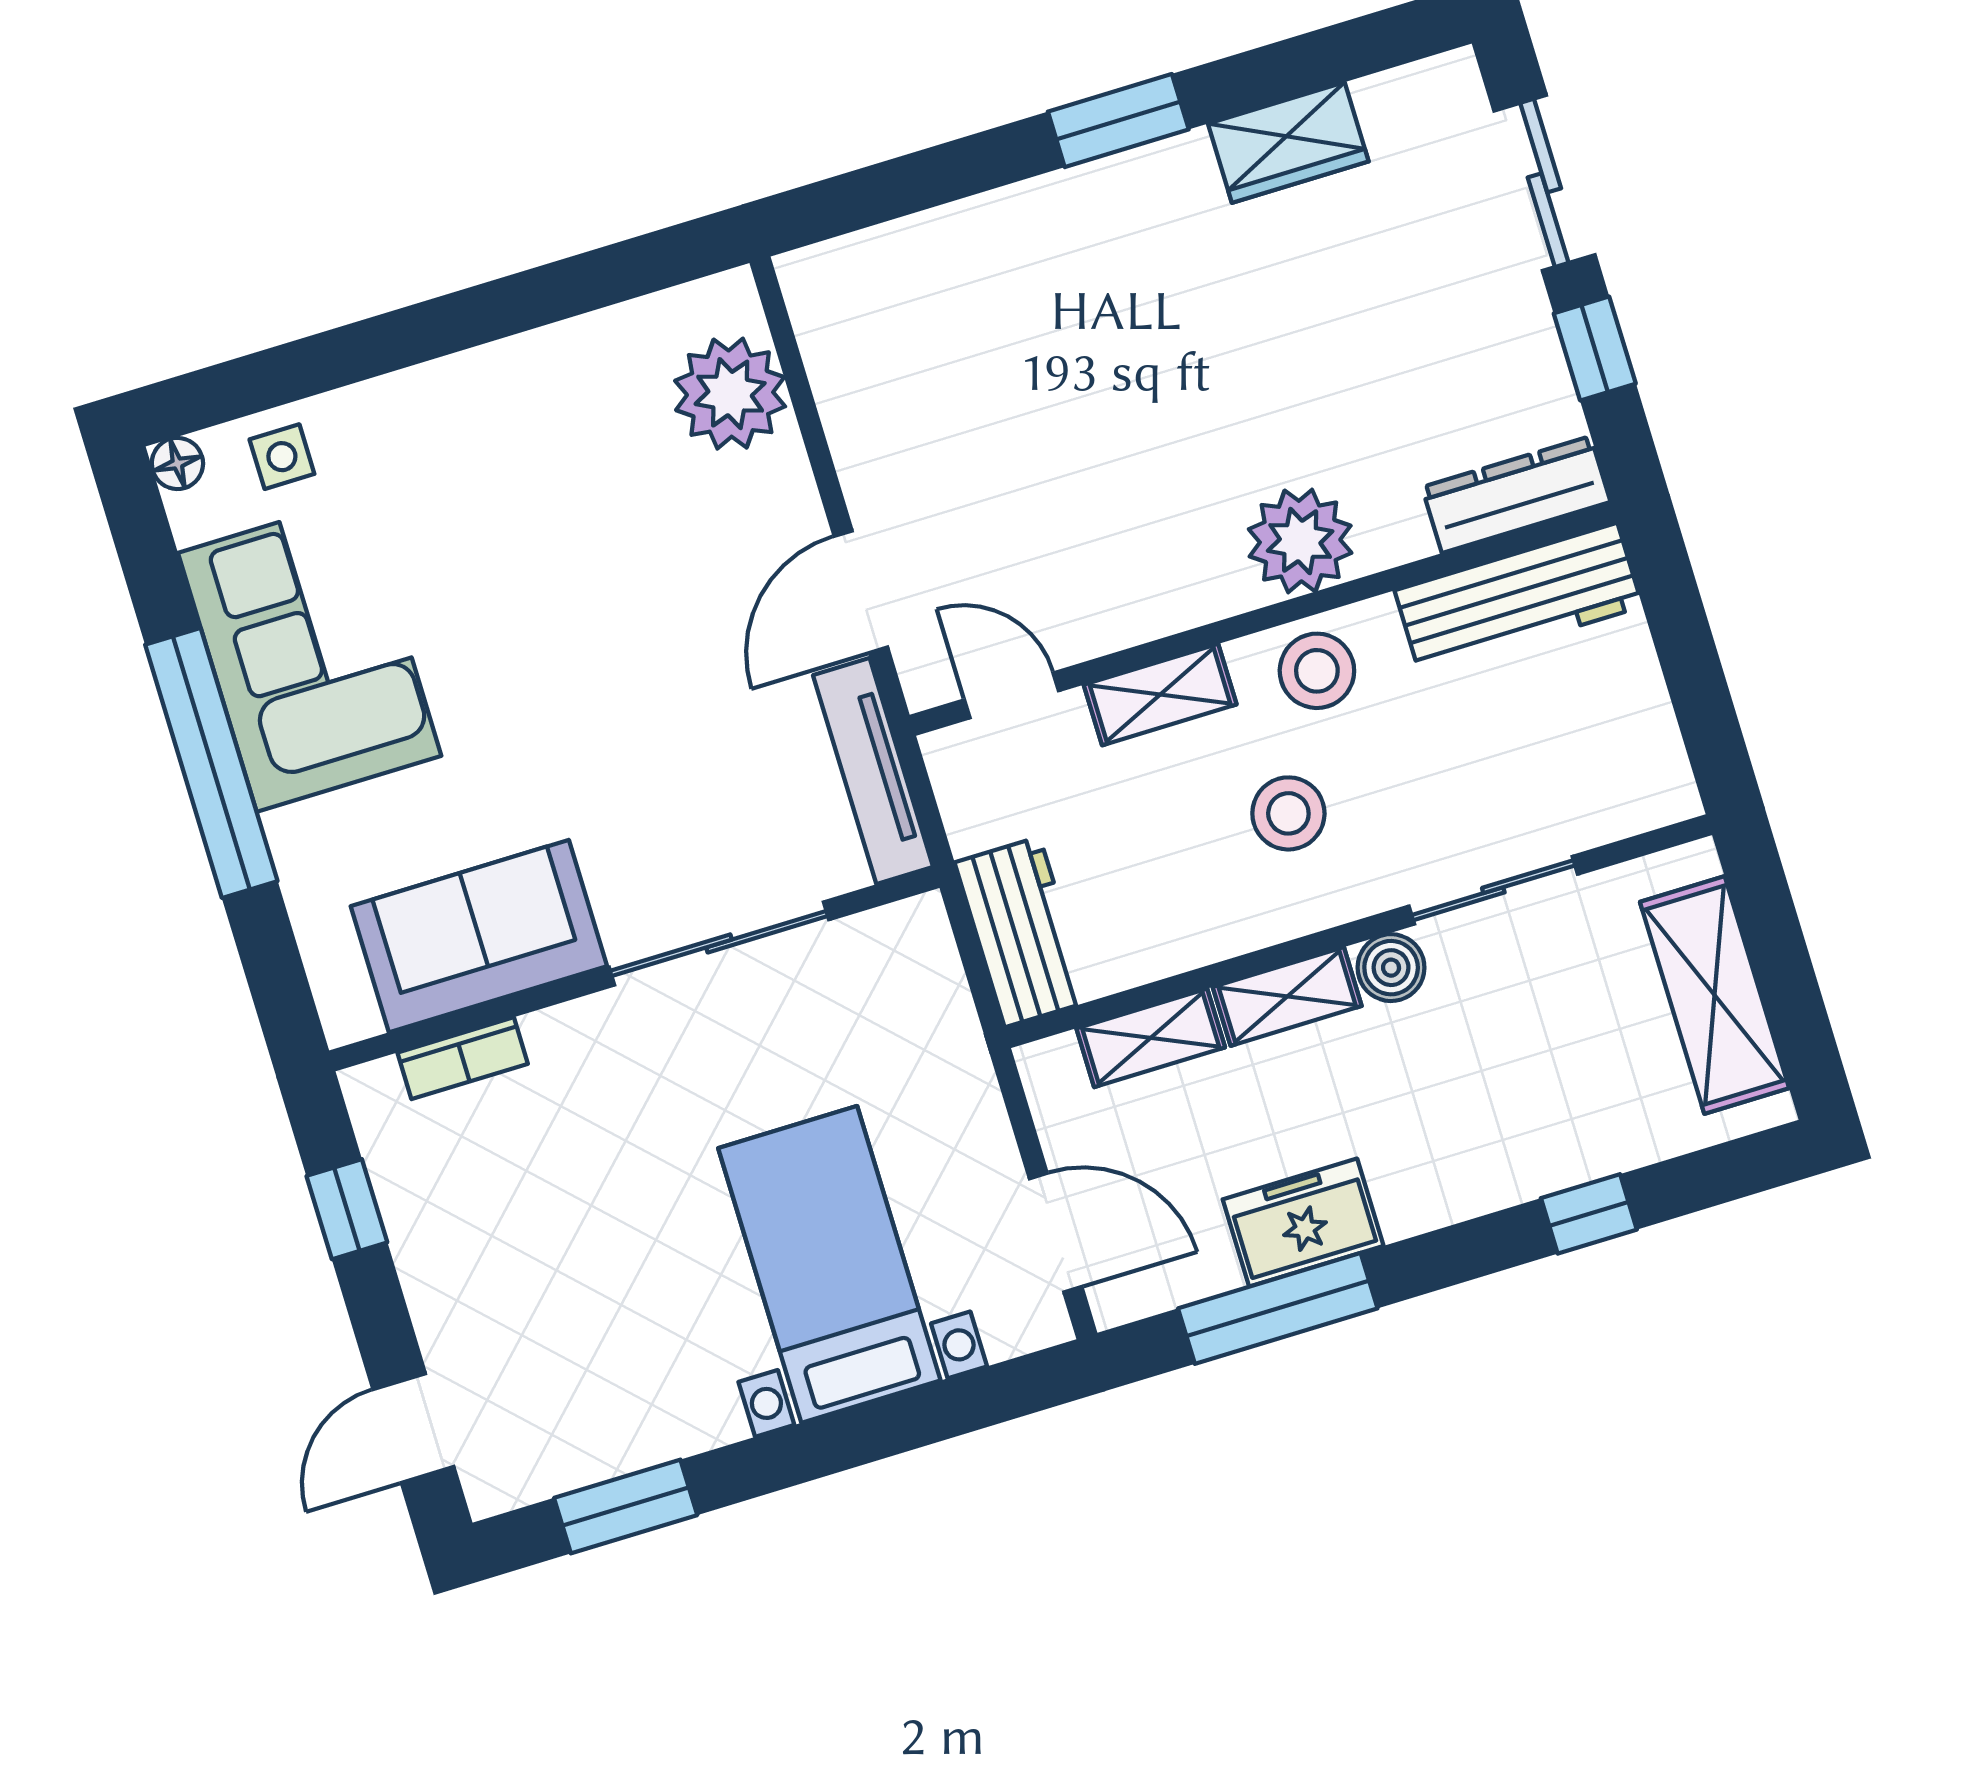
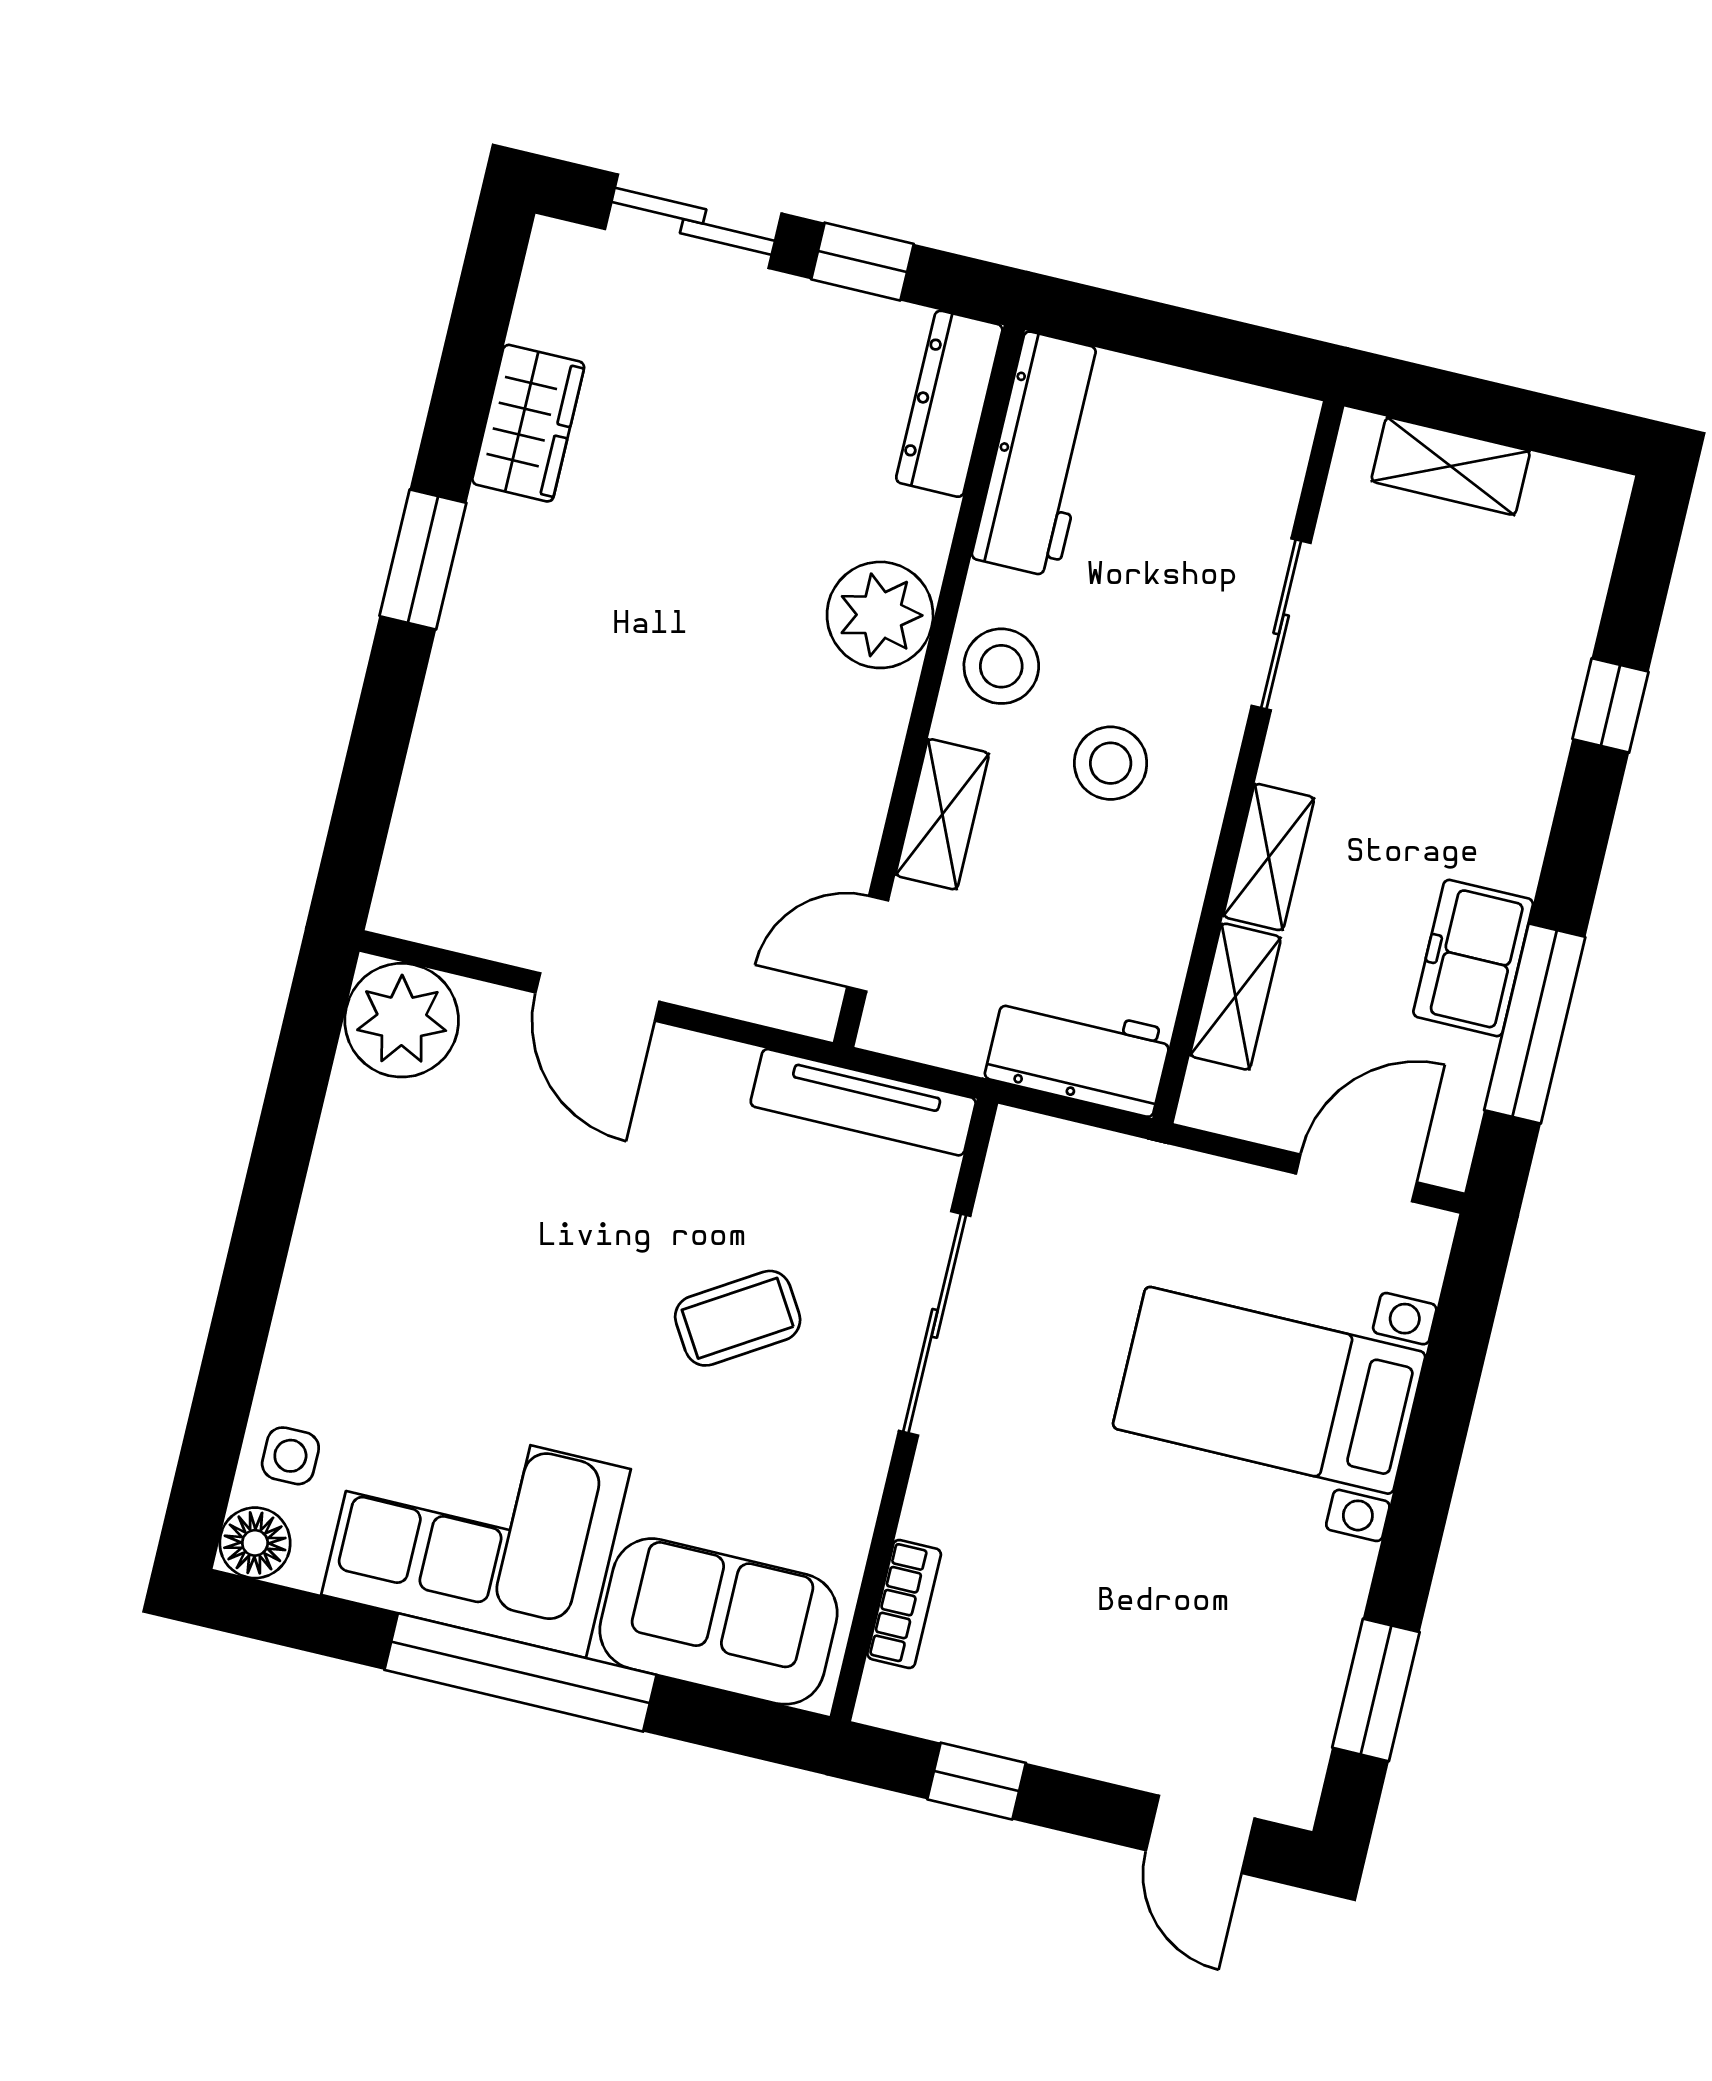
plant: (730, 394) -> (402, 1020), moved
floor lamp: (177, 463) -> (255, 1543), width x1.37, depth x1.37
door: (861, 592) -> (597, 997), moved
coffee table: (625, 772) -> (738, 1318), added
sofa: (479, 936) -> (719, 1621), moved, turned 90
boiler: (1391, 968) -> (1296, 752), removed
shelving: (1714, 995) -> (1451, 466), width x0.67, depth x0.75

